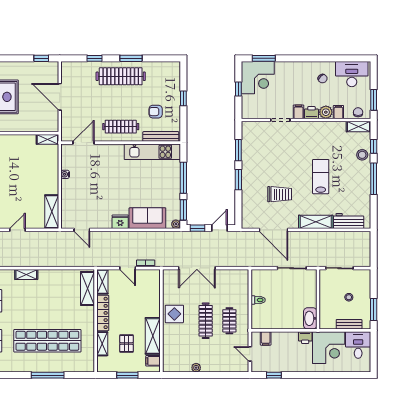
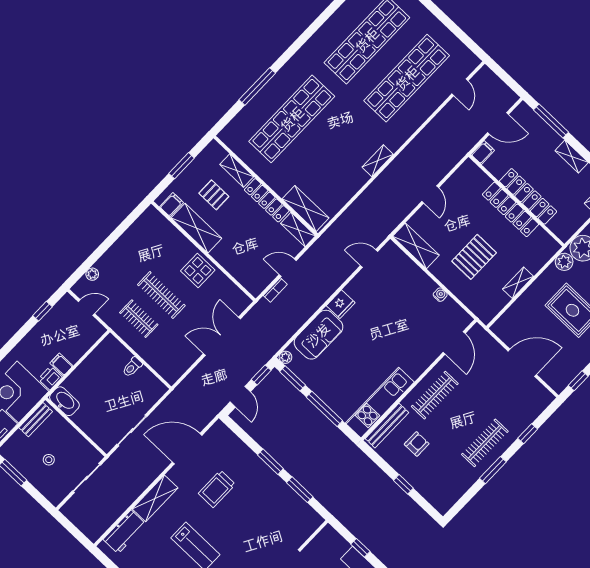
clothes rail: (121, 76) -> (485, 443), width x0.73, depth x0.76
shelving: (47, 139) -> (518, 283), moved
pallet: (28, 175) -> (474, 257), added
bench: (349, 324) -> (36, 420), moved
filing cabinet: (266, 338) -> (61, 365), moved
plant: (196, 368) -> (92, 274), moved

